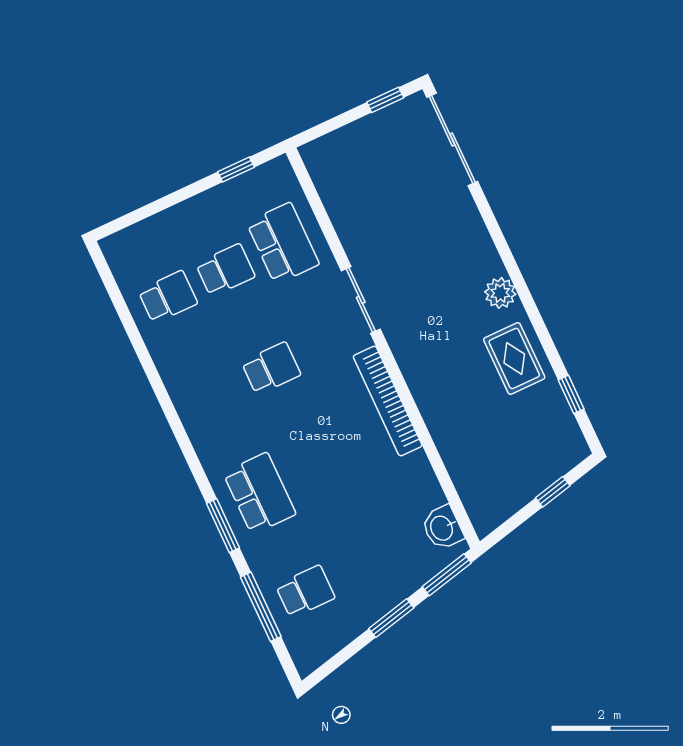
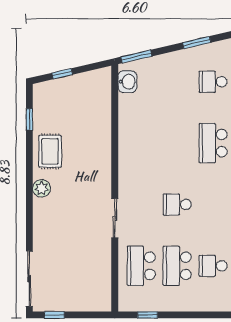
school desk: (225, 270) -> (177, 266), width x1.85
bookcase: (388, 401) -> (125, 160), removed
window: (391, 618) -> (197, 43), moved

